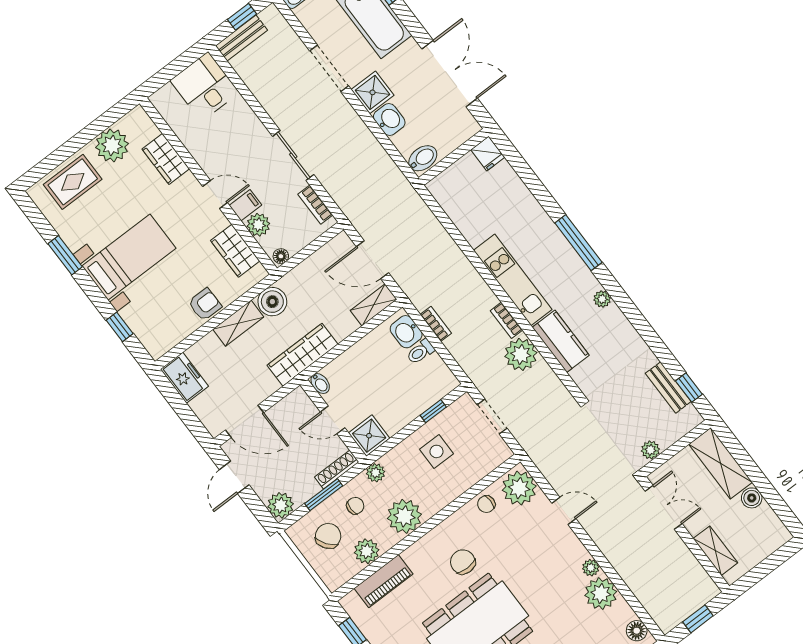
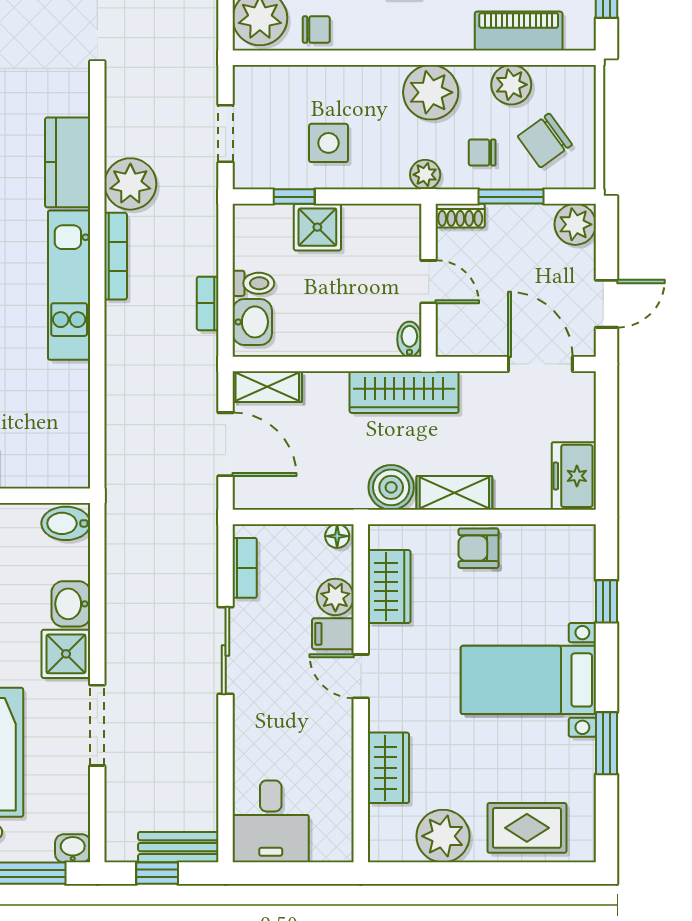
bookcase: (507, 320) -> (116, 256), width x1.56
shower: (369, 436) -> (317, 227), moved
shoe rack: (337, 469) -> (460, 216), width x0.70

